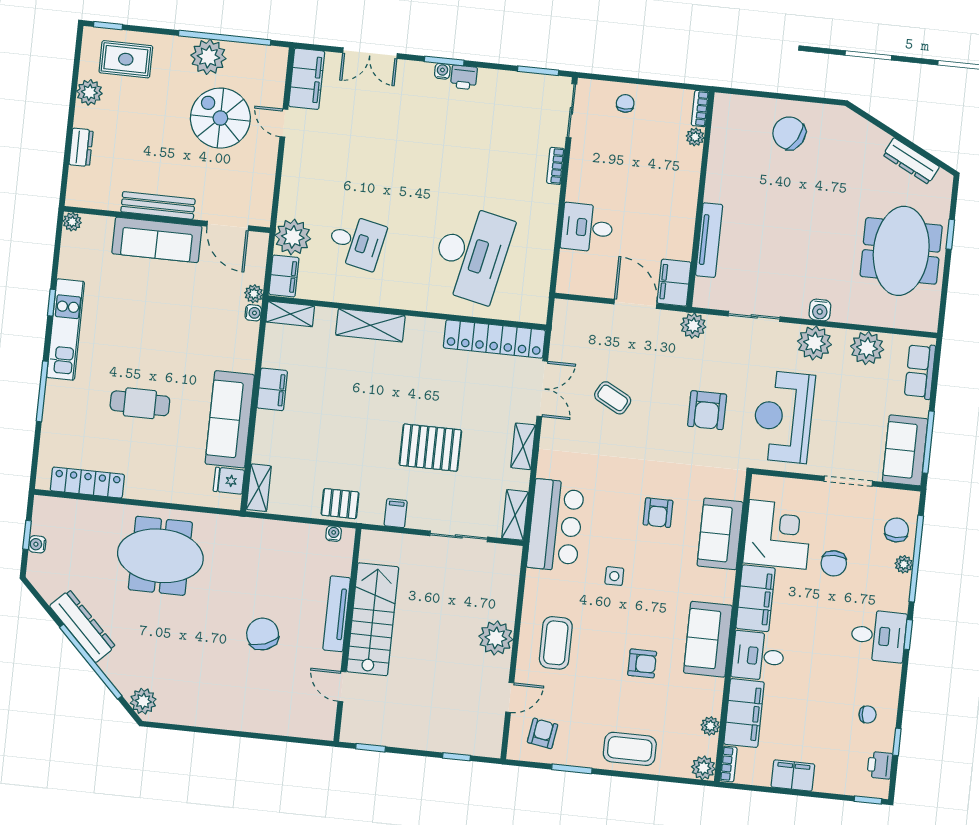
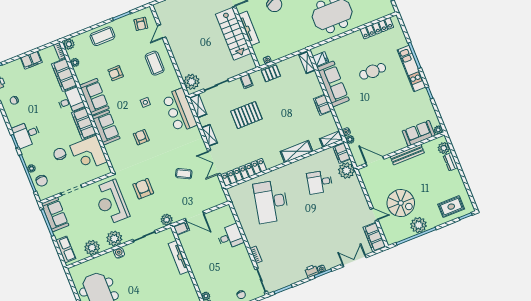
plant: (89, 92) -> (444, 148), moved
sofa: (157, 240) -> (419, 133), moved, width x0.73
filing cabinet: (674, 283) -> (182, 228), width x0.50
kitchen unit: (66, 329) -> (412, 69), moved
reception desk: (783, 417) -> (111, 202), turned 180
sofa: (720, 534) -> (106, 127), moved
plant: (496, 638) -> (192, 82), moved

